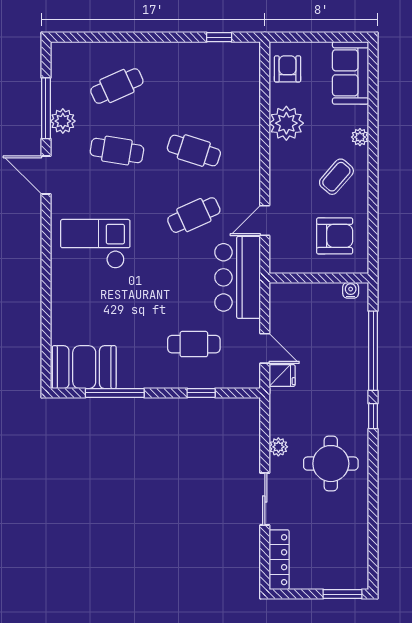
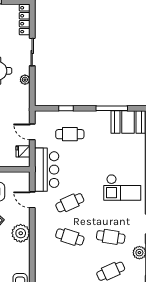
plant: (286, 123) -> (21, 233), moved
door: (265, 221) -> (32, 200), swing flipped
fridge: (282, 376) -> (23, 151), moved

